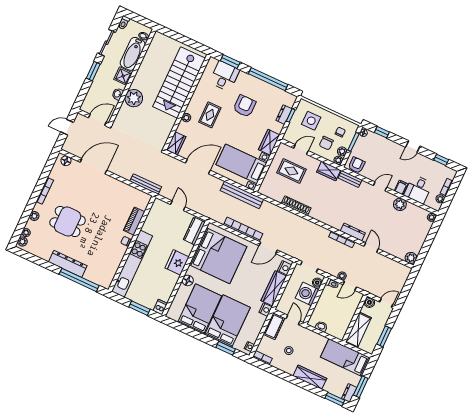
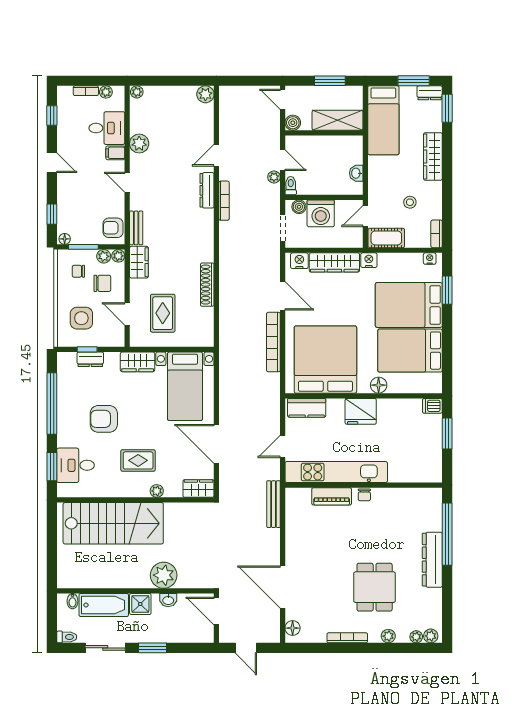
bench: (242, 195) -> (227, 366), removed
kitchen unit: (132, 264) -> (336, 472), moved

